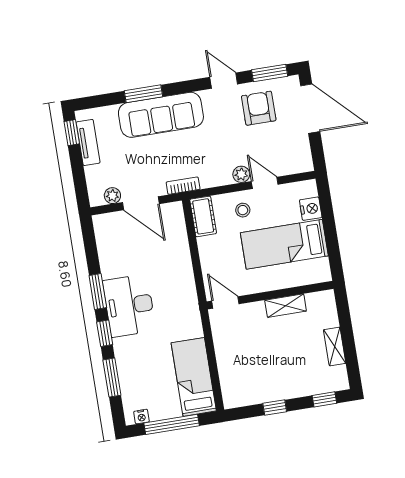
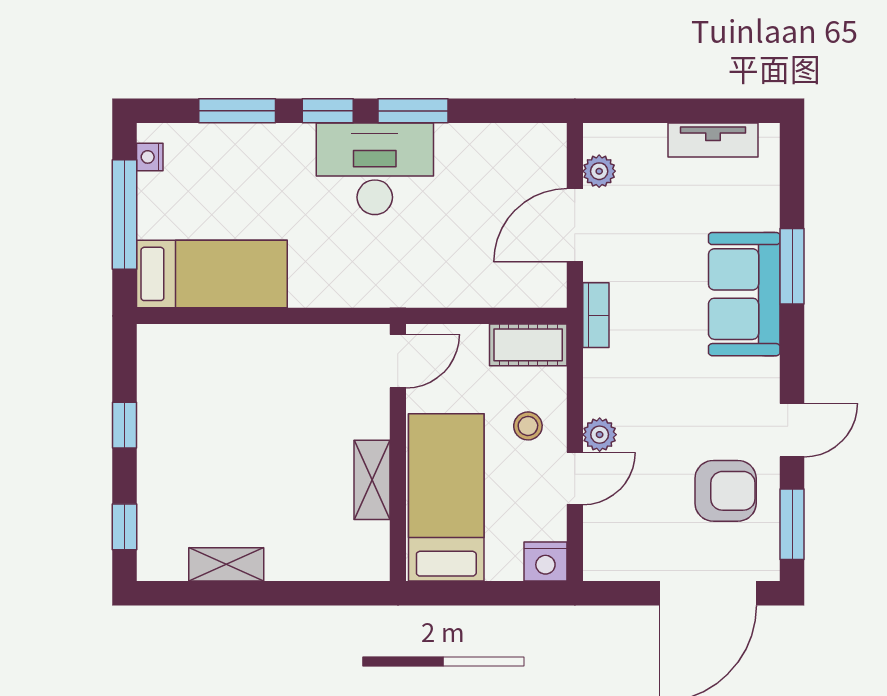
sofa: (161, 115) -> (744, 294), width x0.73
window: (72, 133) -> (738, 111), removed
nightstand: (311, 209) -> (545, 562), moved
wall: (270, 295) -> (398, 453), moved
door: (225, 302) -> (398, 361), moved
shelving: (286, 306) -> (372, 480), moved

